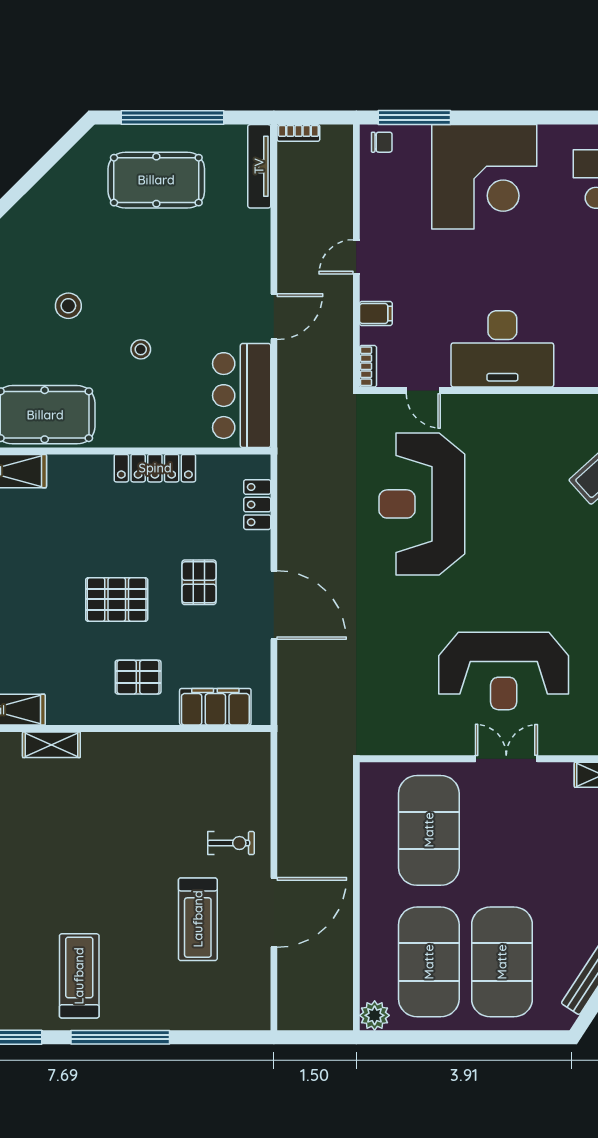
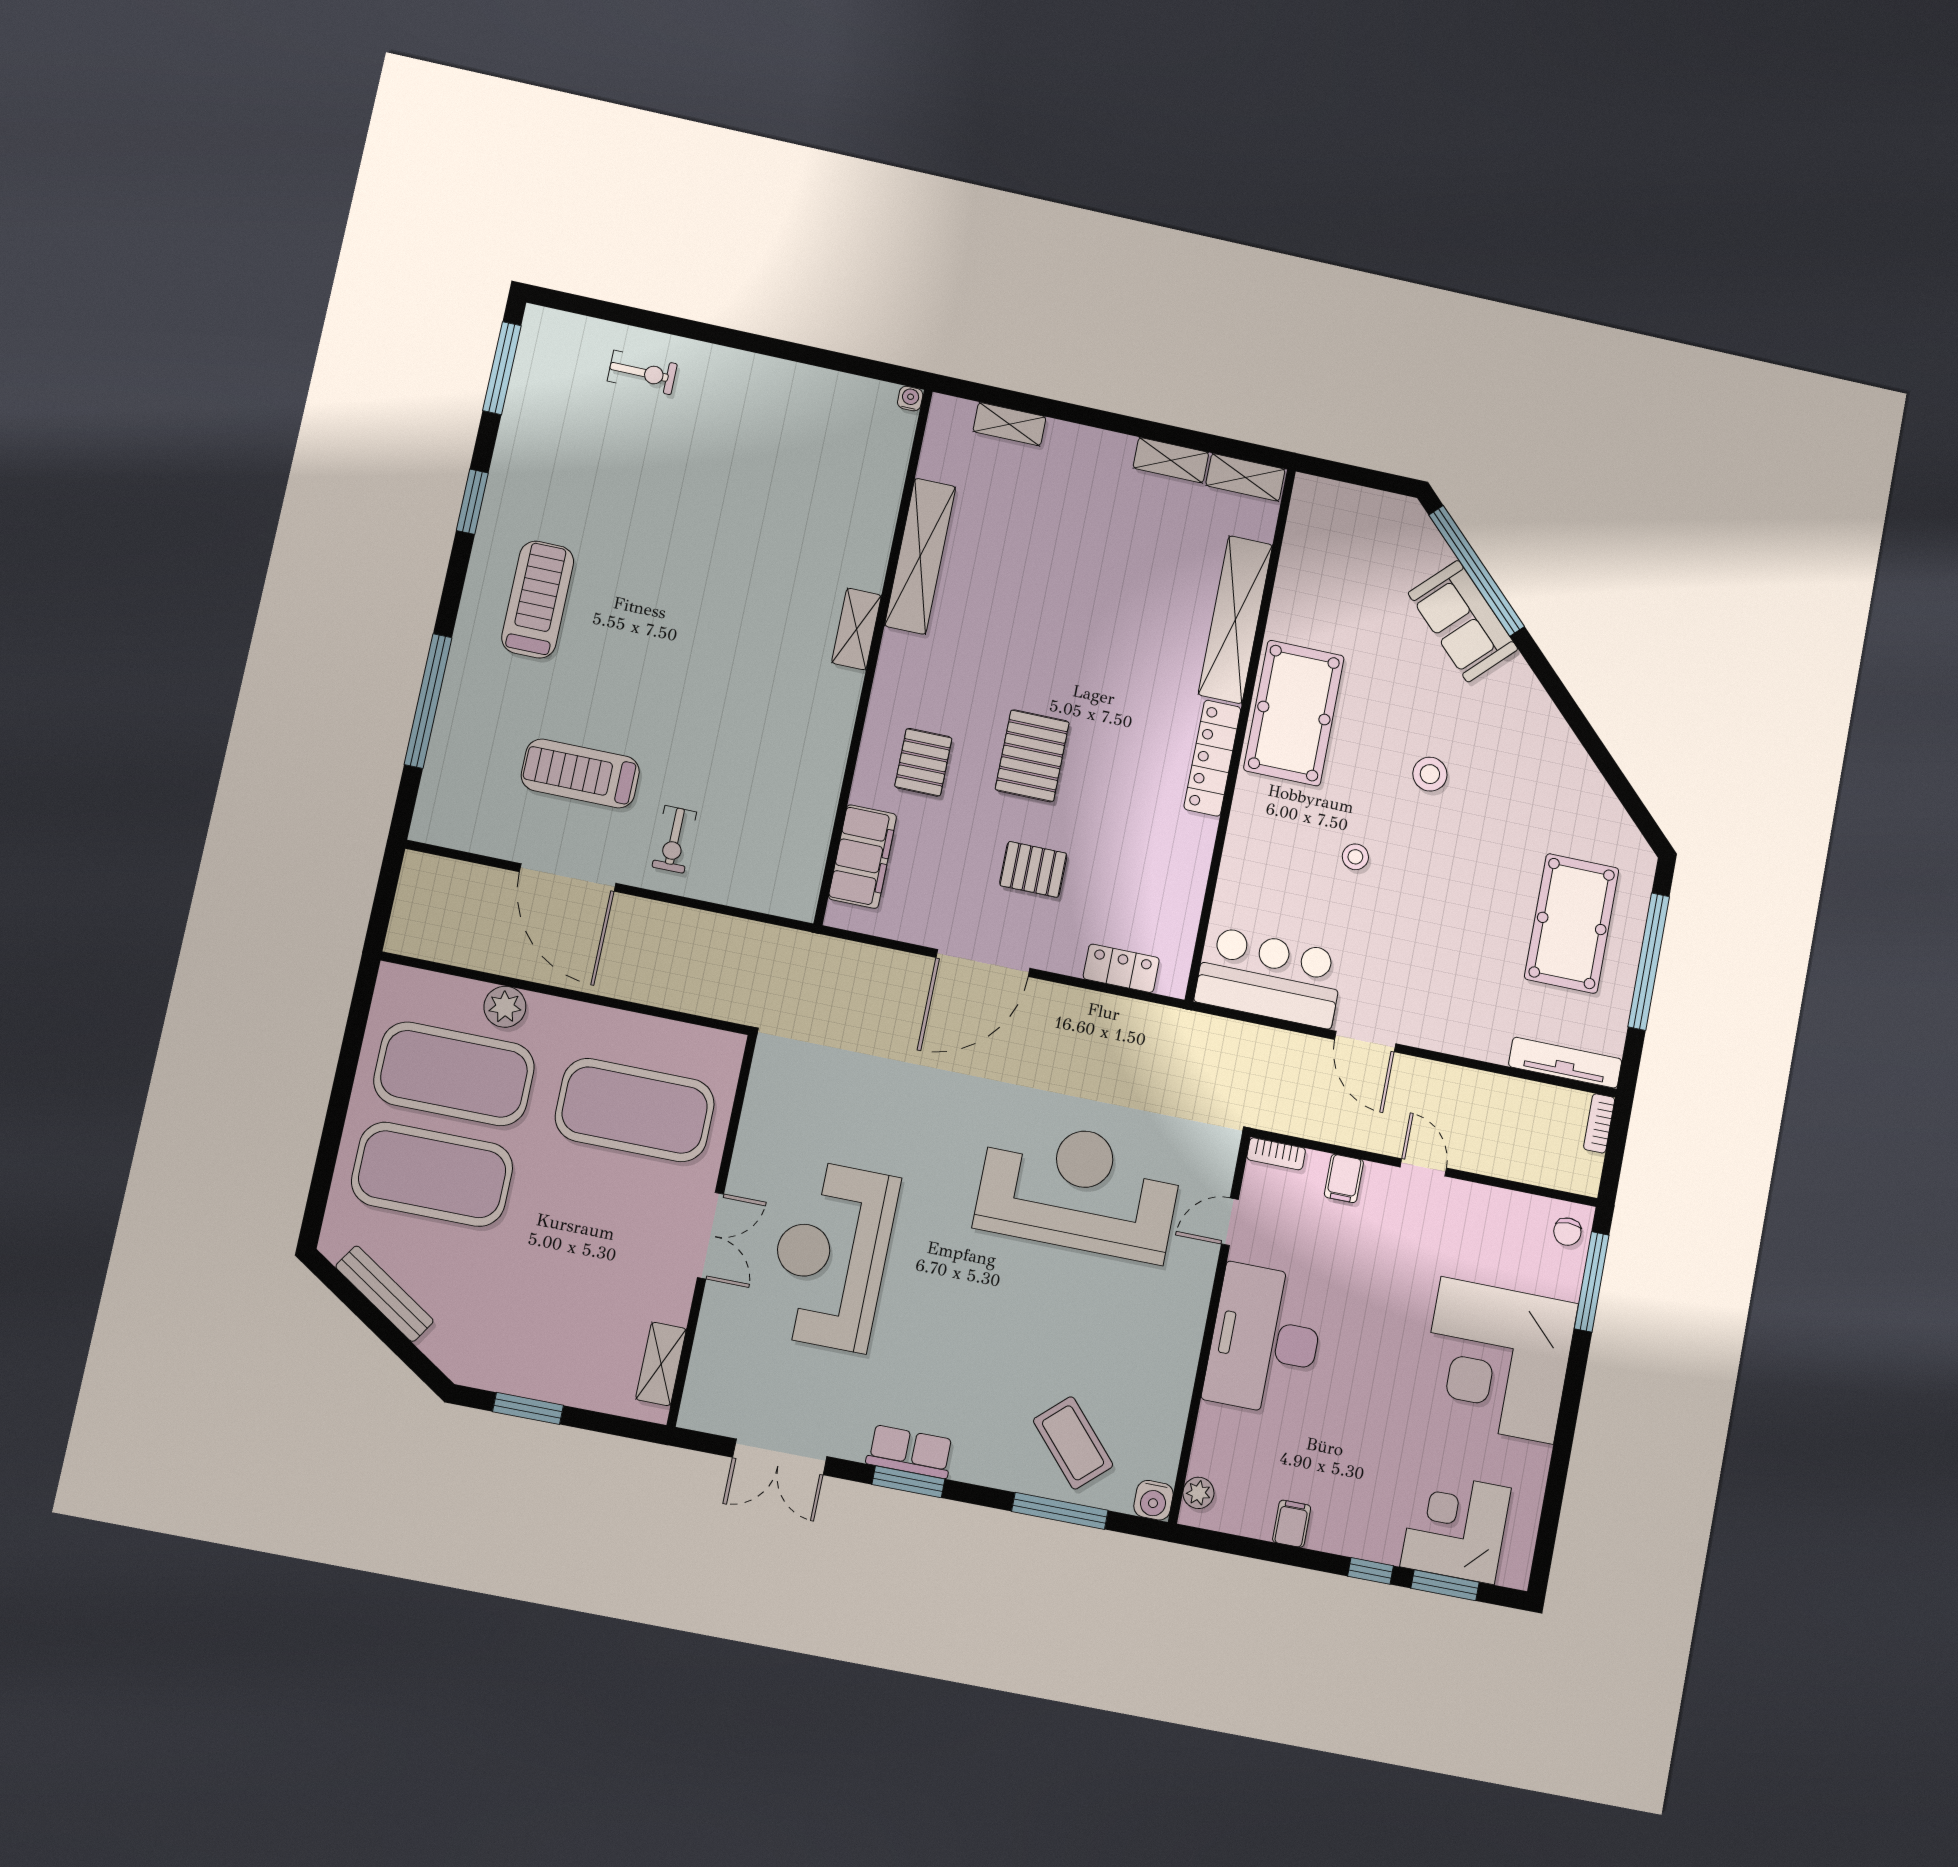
locker: (155, 468) -> (1212, 758), moved
treadmill: (79, 976) -> (538, 600), turned -90
plant: (375, 1015) -> (505, 1007), moved
window: (120, 1037) -> (428, 701), moved

